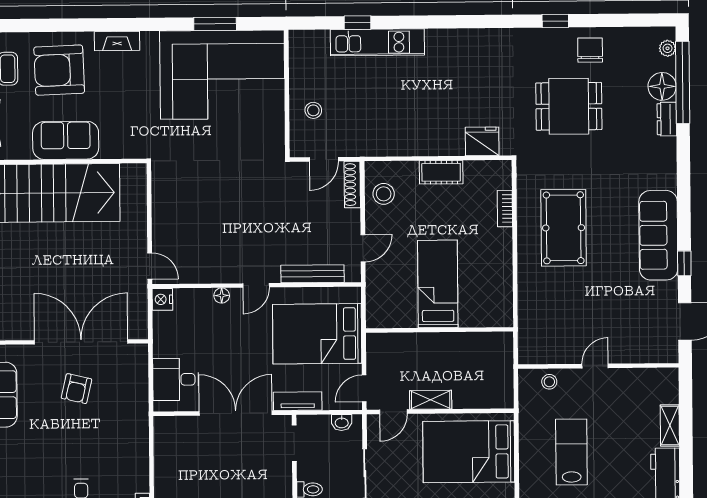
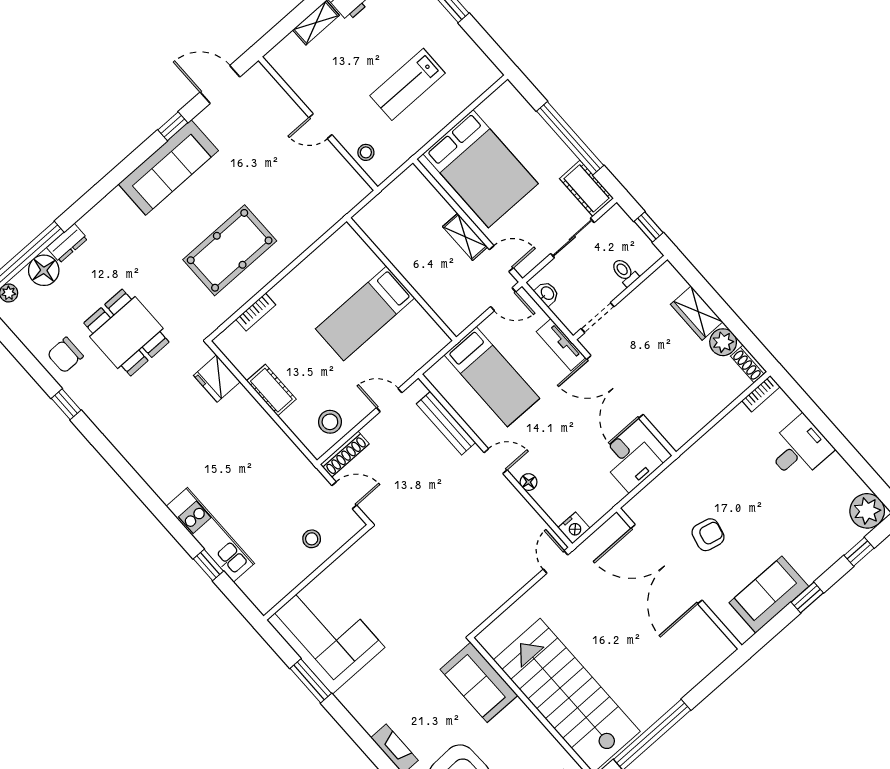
corner sofa: (222, 75) -> (326, 634), width x0.73, depth x0.74
sofa: (66, 140) -> (479, 682), moved
bed: (317, 334) -> (492, 377), width x0.67

